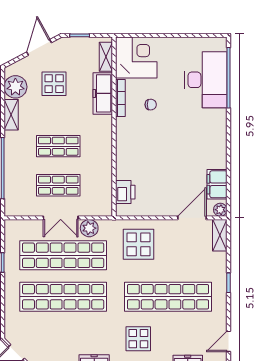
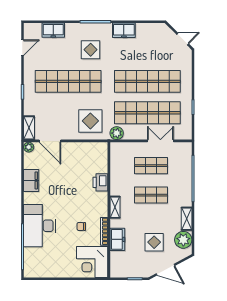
door: (39, 47) -> (165, 270), hinge flipped
shelving: (106, 57) -> (115, 207), moved
desk: (206, 80) -> (40, 226), moved
freezer: (103, 93) -> (117, 239), width x0.71
filing cabinet: (217, 184) -> (31, 180), moved
printer: (125, 192) -> (100, 182), moved
double door: (61, 218) -> (160, 141), moved
door: (192, 218) -> (50, 141), hinge flipped
plant: (89, 228) -> (117, 133), moved

